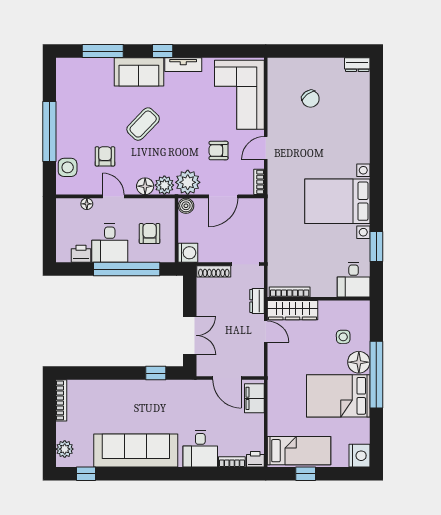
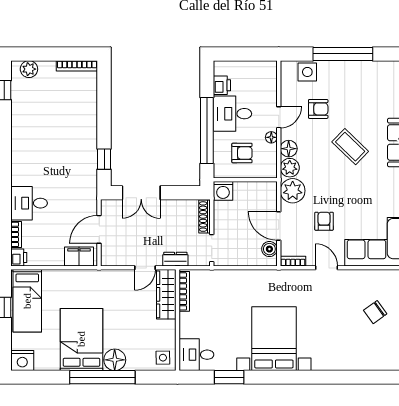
floor lamp: (87, 204) -> (271, 137), moved
boiler: (186, 206) -> (269, 249), moved
side table: (343, 337) -> (163, 358), moved
sofa: (136, 451) -> (27, 139), removed

